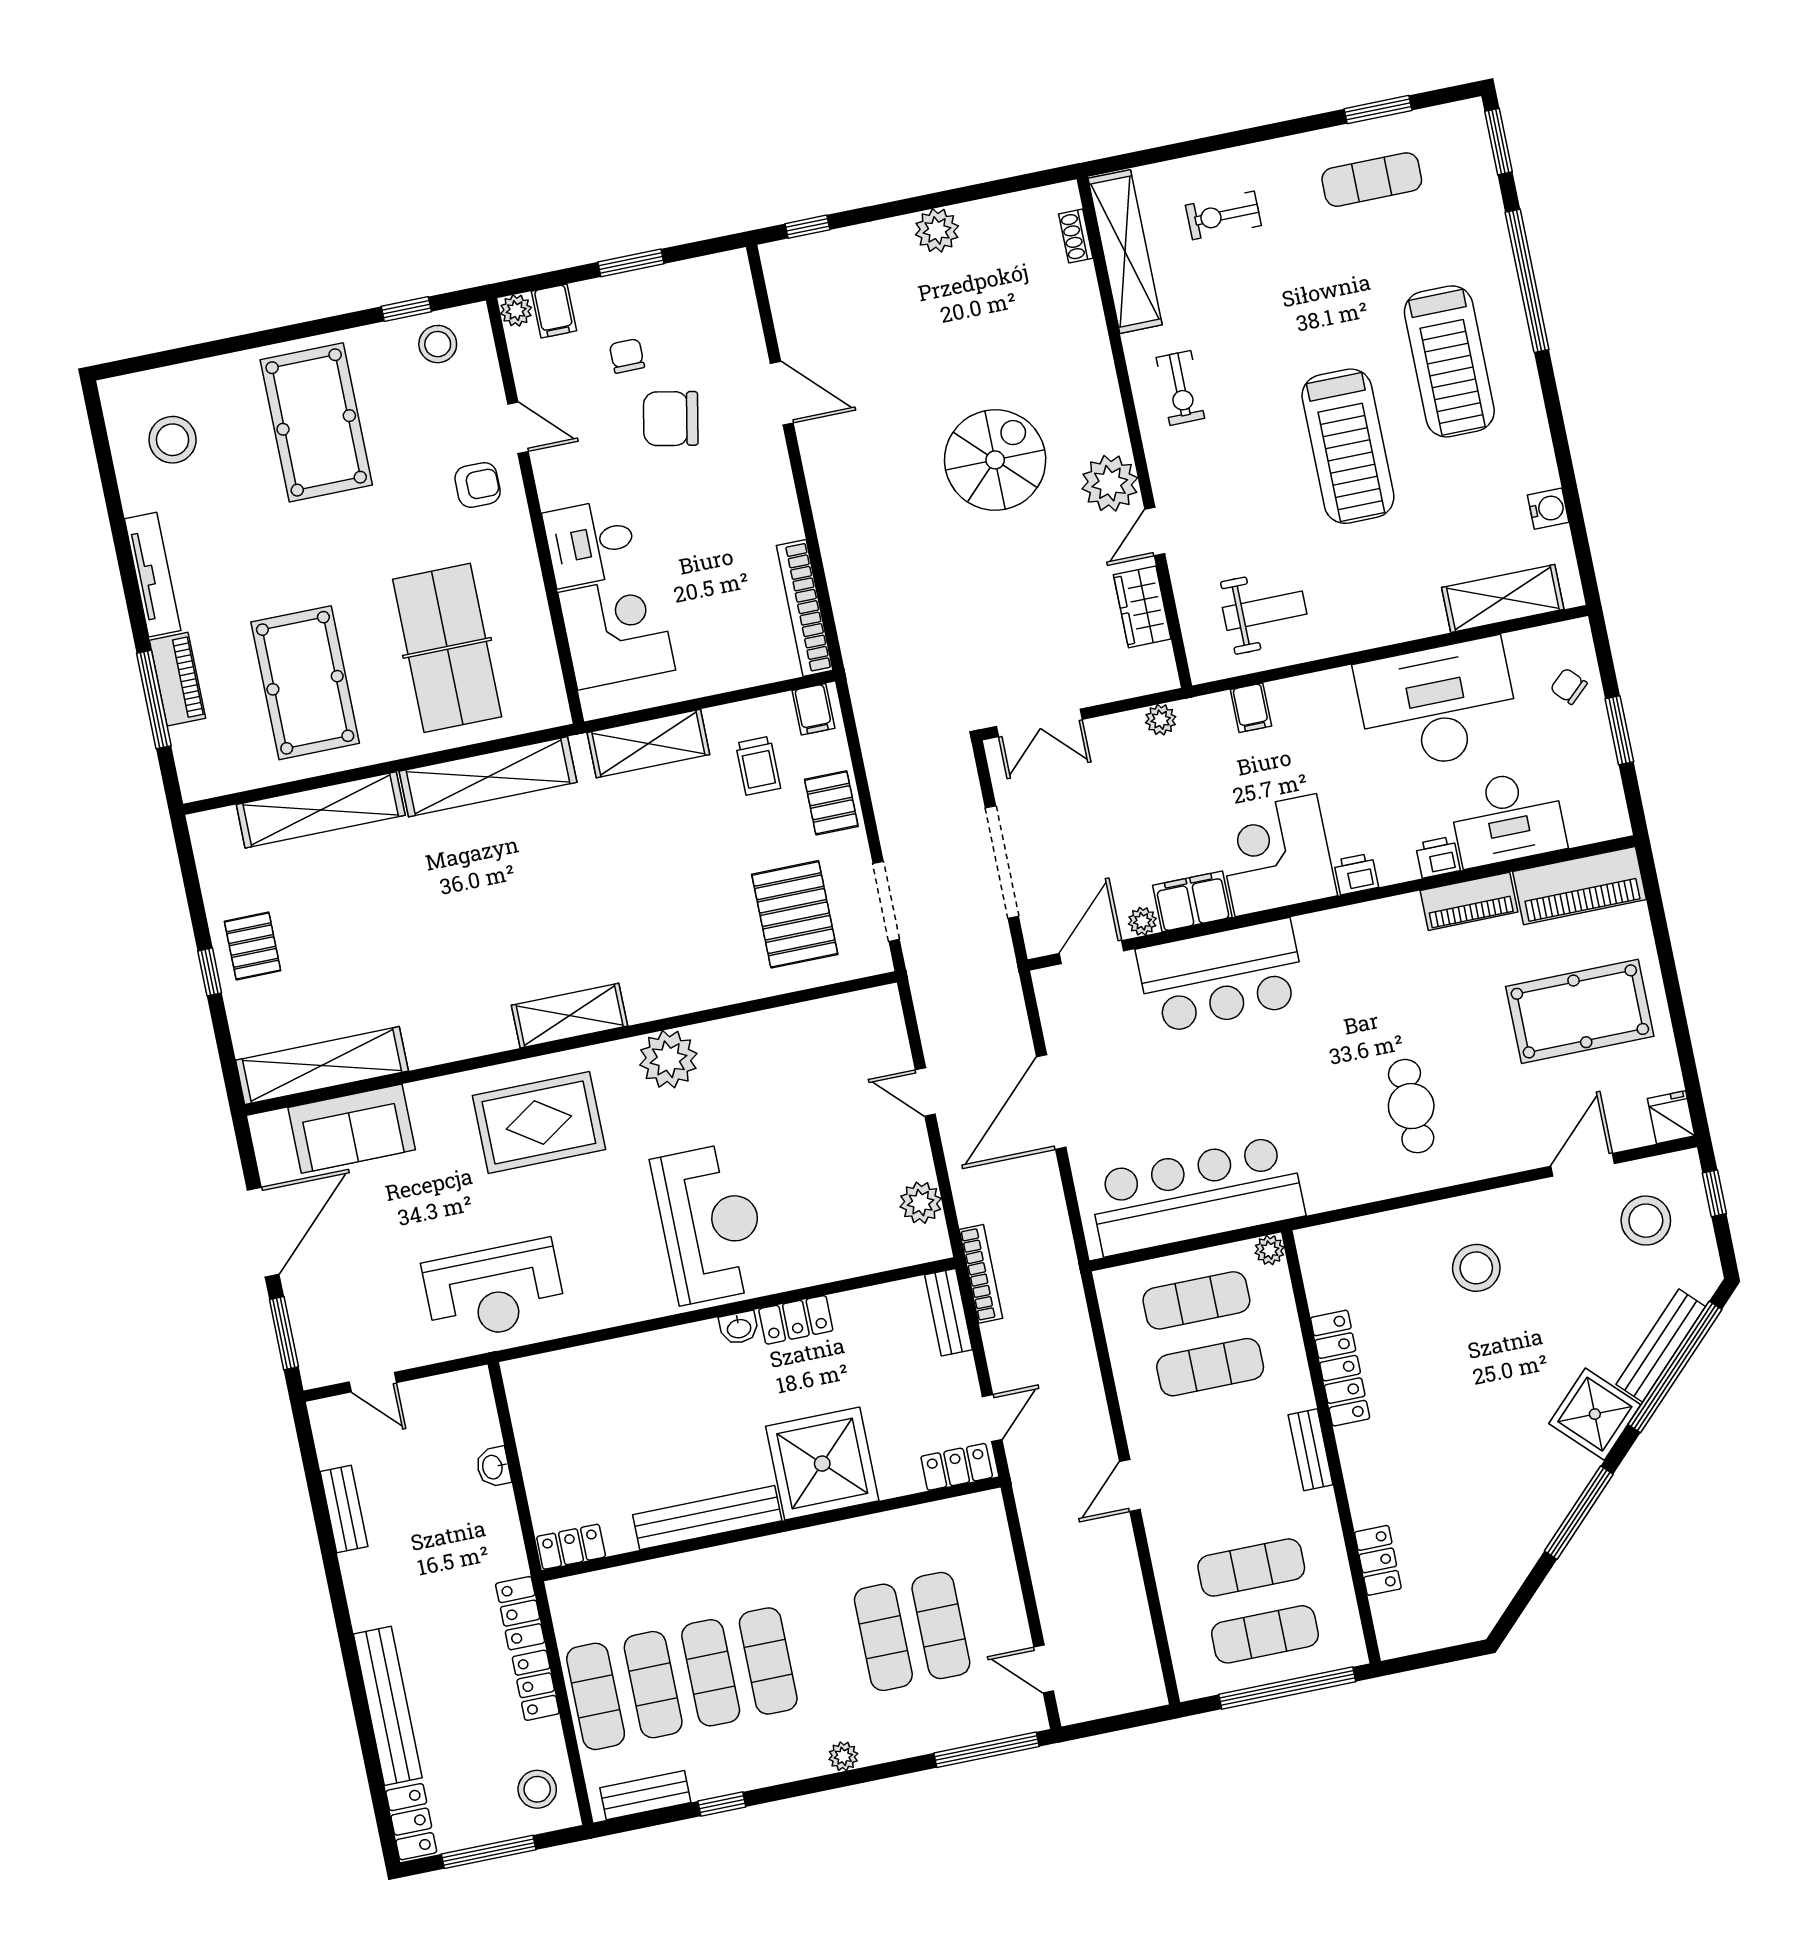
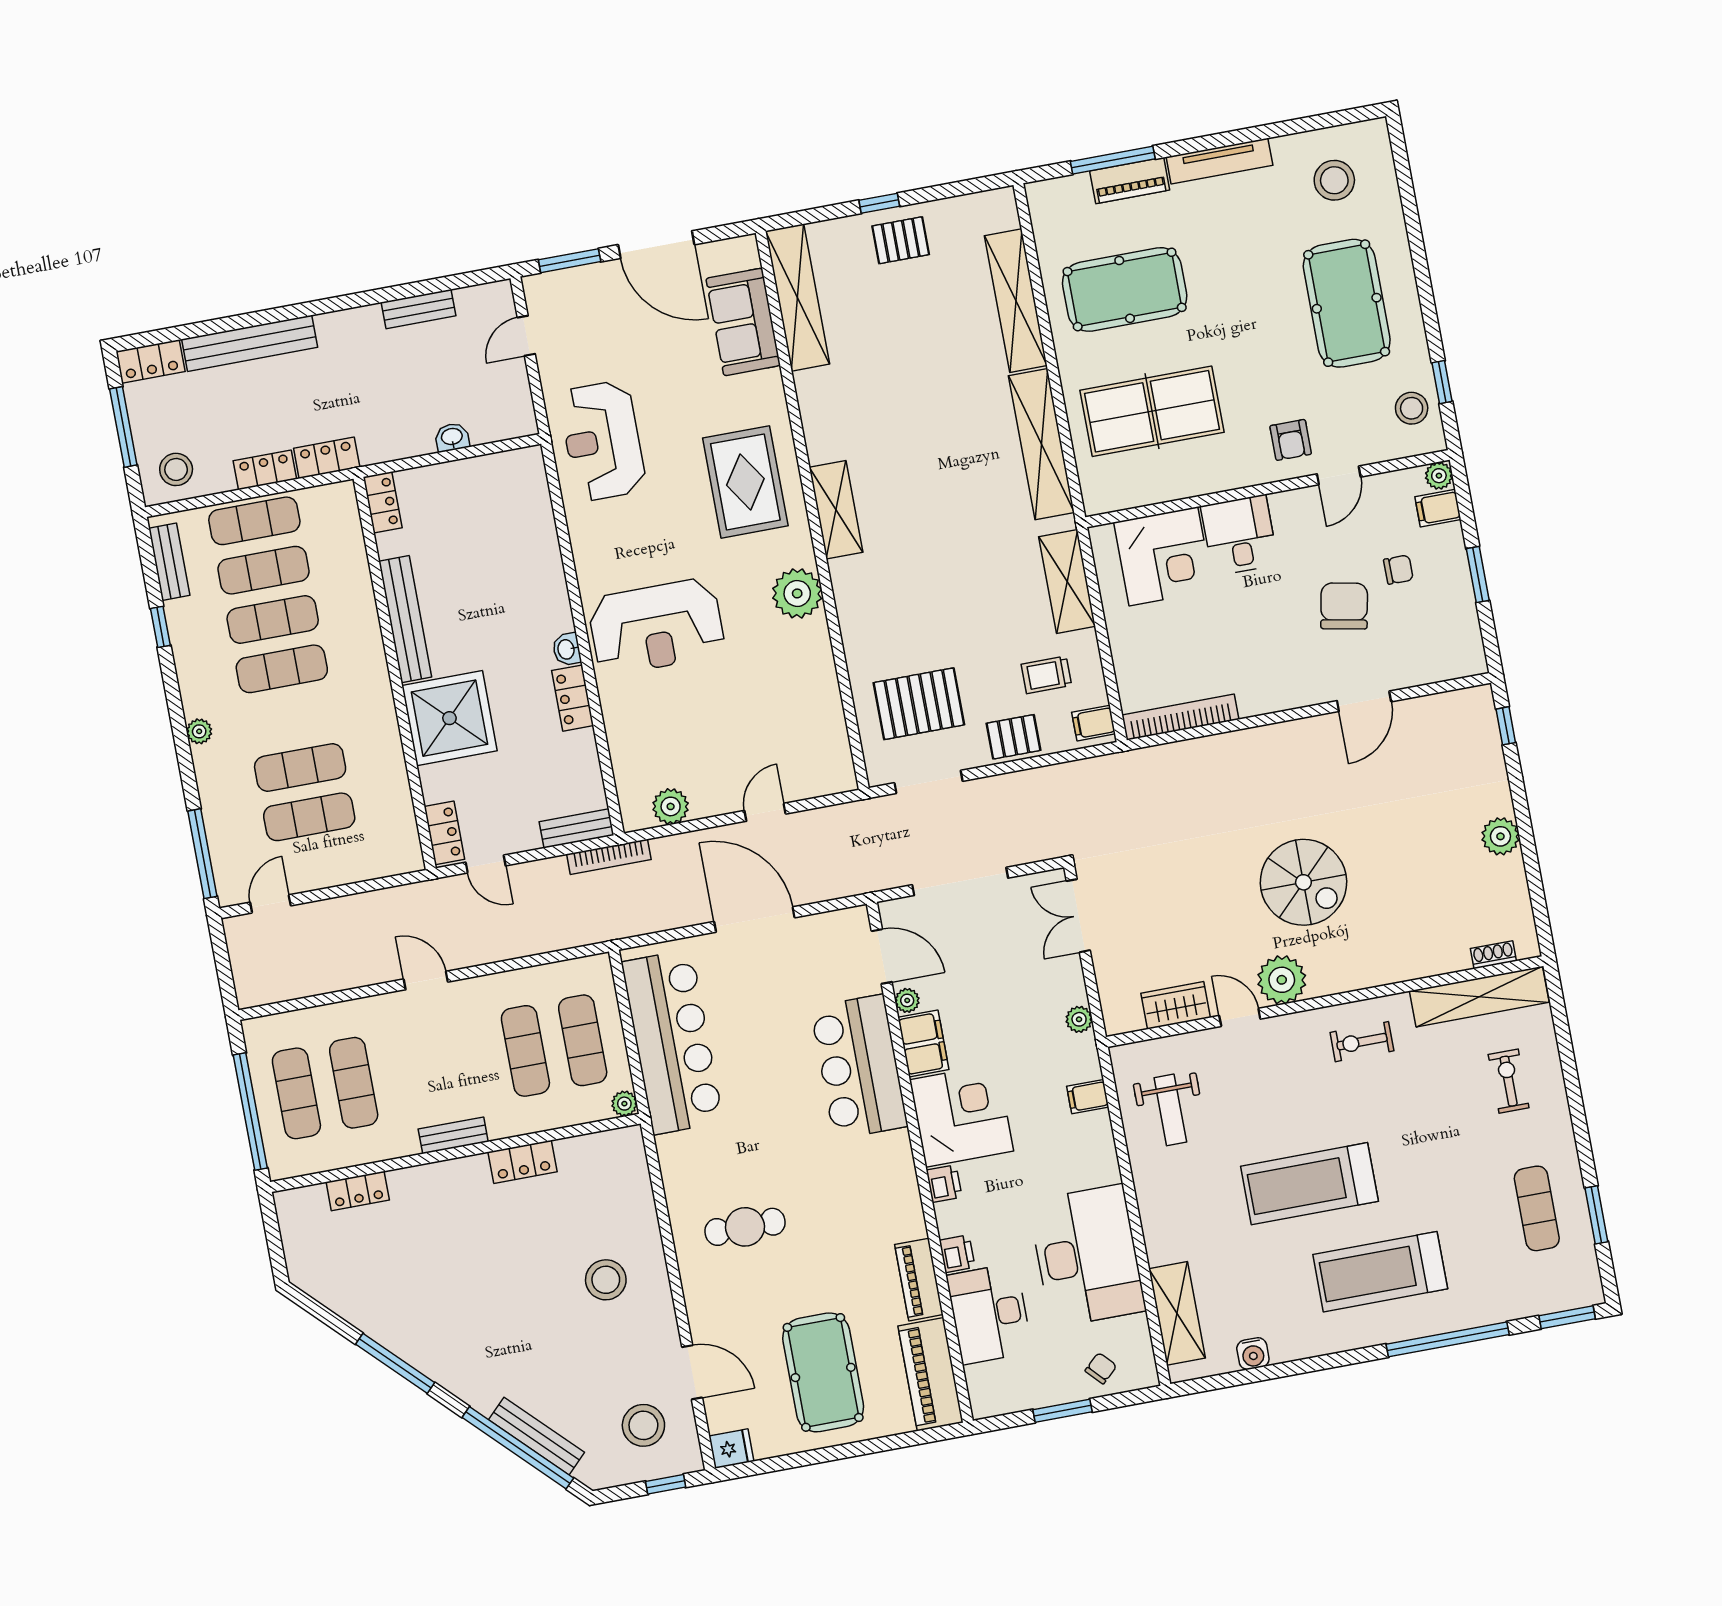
pool table: (316, 422) -> (1347, 303), turned 90
locker: (1340, 1368) -> (522, 1162), width x0.66
shower: (1595, 1414) -> (479, 1379), removed

